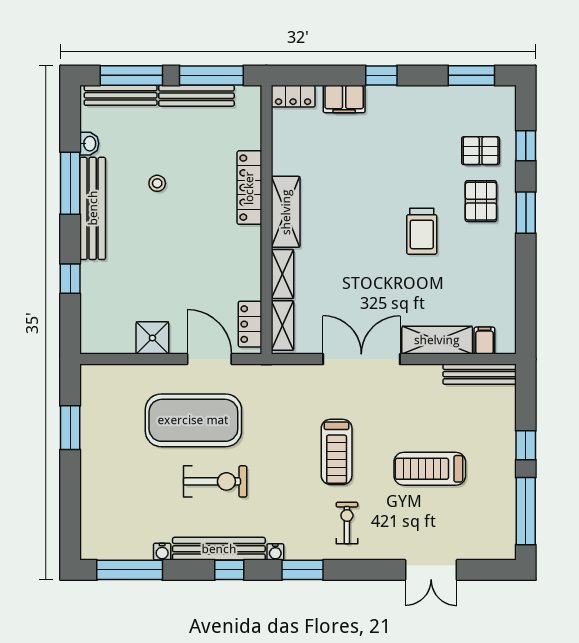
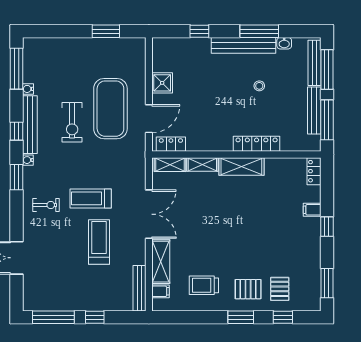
filing cabinet: (344, 99) -> (312, 210), width x0.50
trolley: (422, 231) -> (204, 285), moved
treadmill: (430, 469) -> (99, 242), moved

